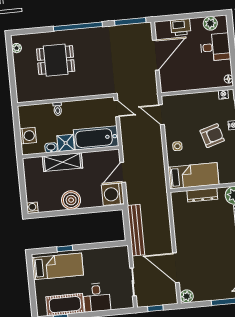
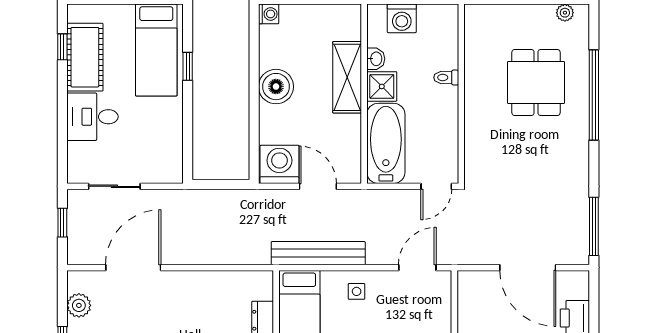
window: (78, 26) -> (594, 95), moved
bench: (136, 230) -> (318, 253), moved
plant: (187, 296) -> (79, 305), moved

